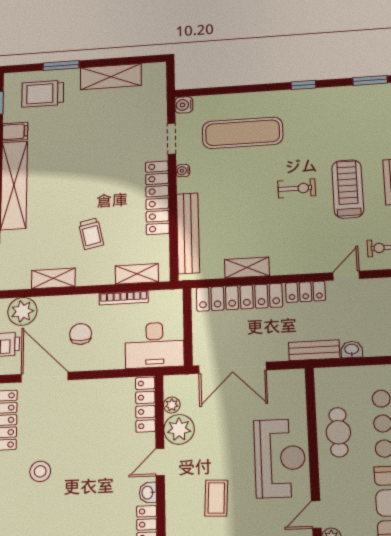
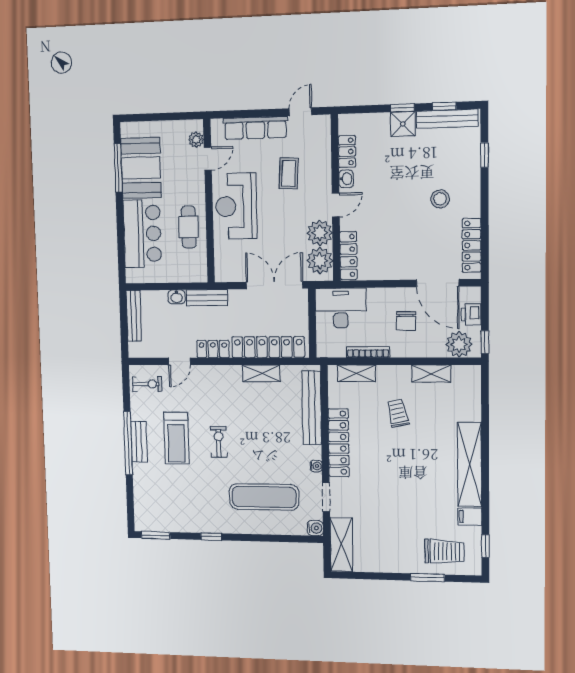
shelving: (111, 77) -> (341, 545), moved, turned 90
exercise bike: (297, 188) -> (219, 442), turned 90
plant: (172, 405) -> (320, 261), width x1.88, depth x1.88

